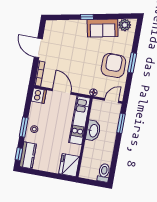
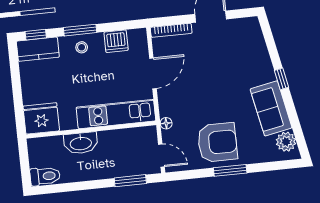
dishwasher: (39, 96) -> (116, 41), moved
washbasin: (93, 131) -> (81, 143), moved

